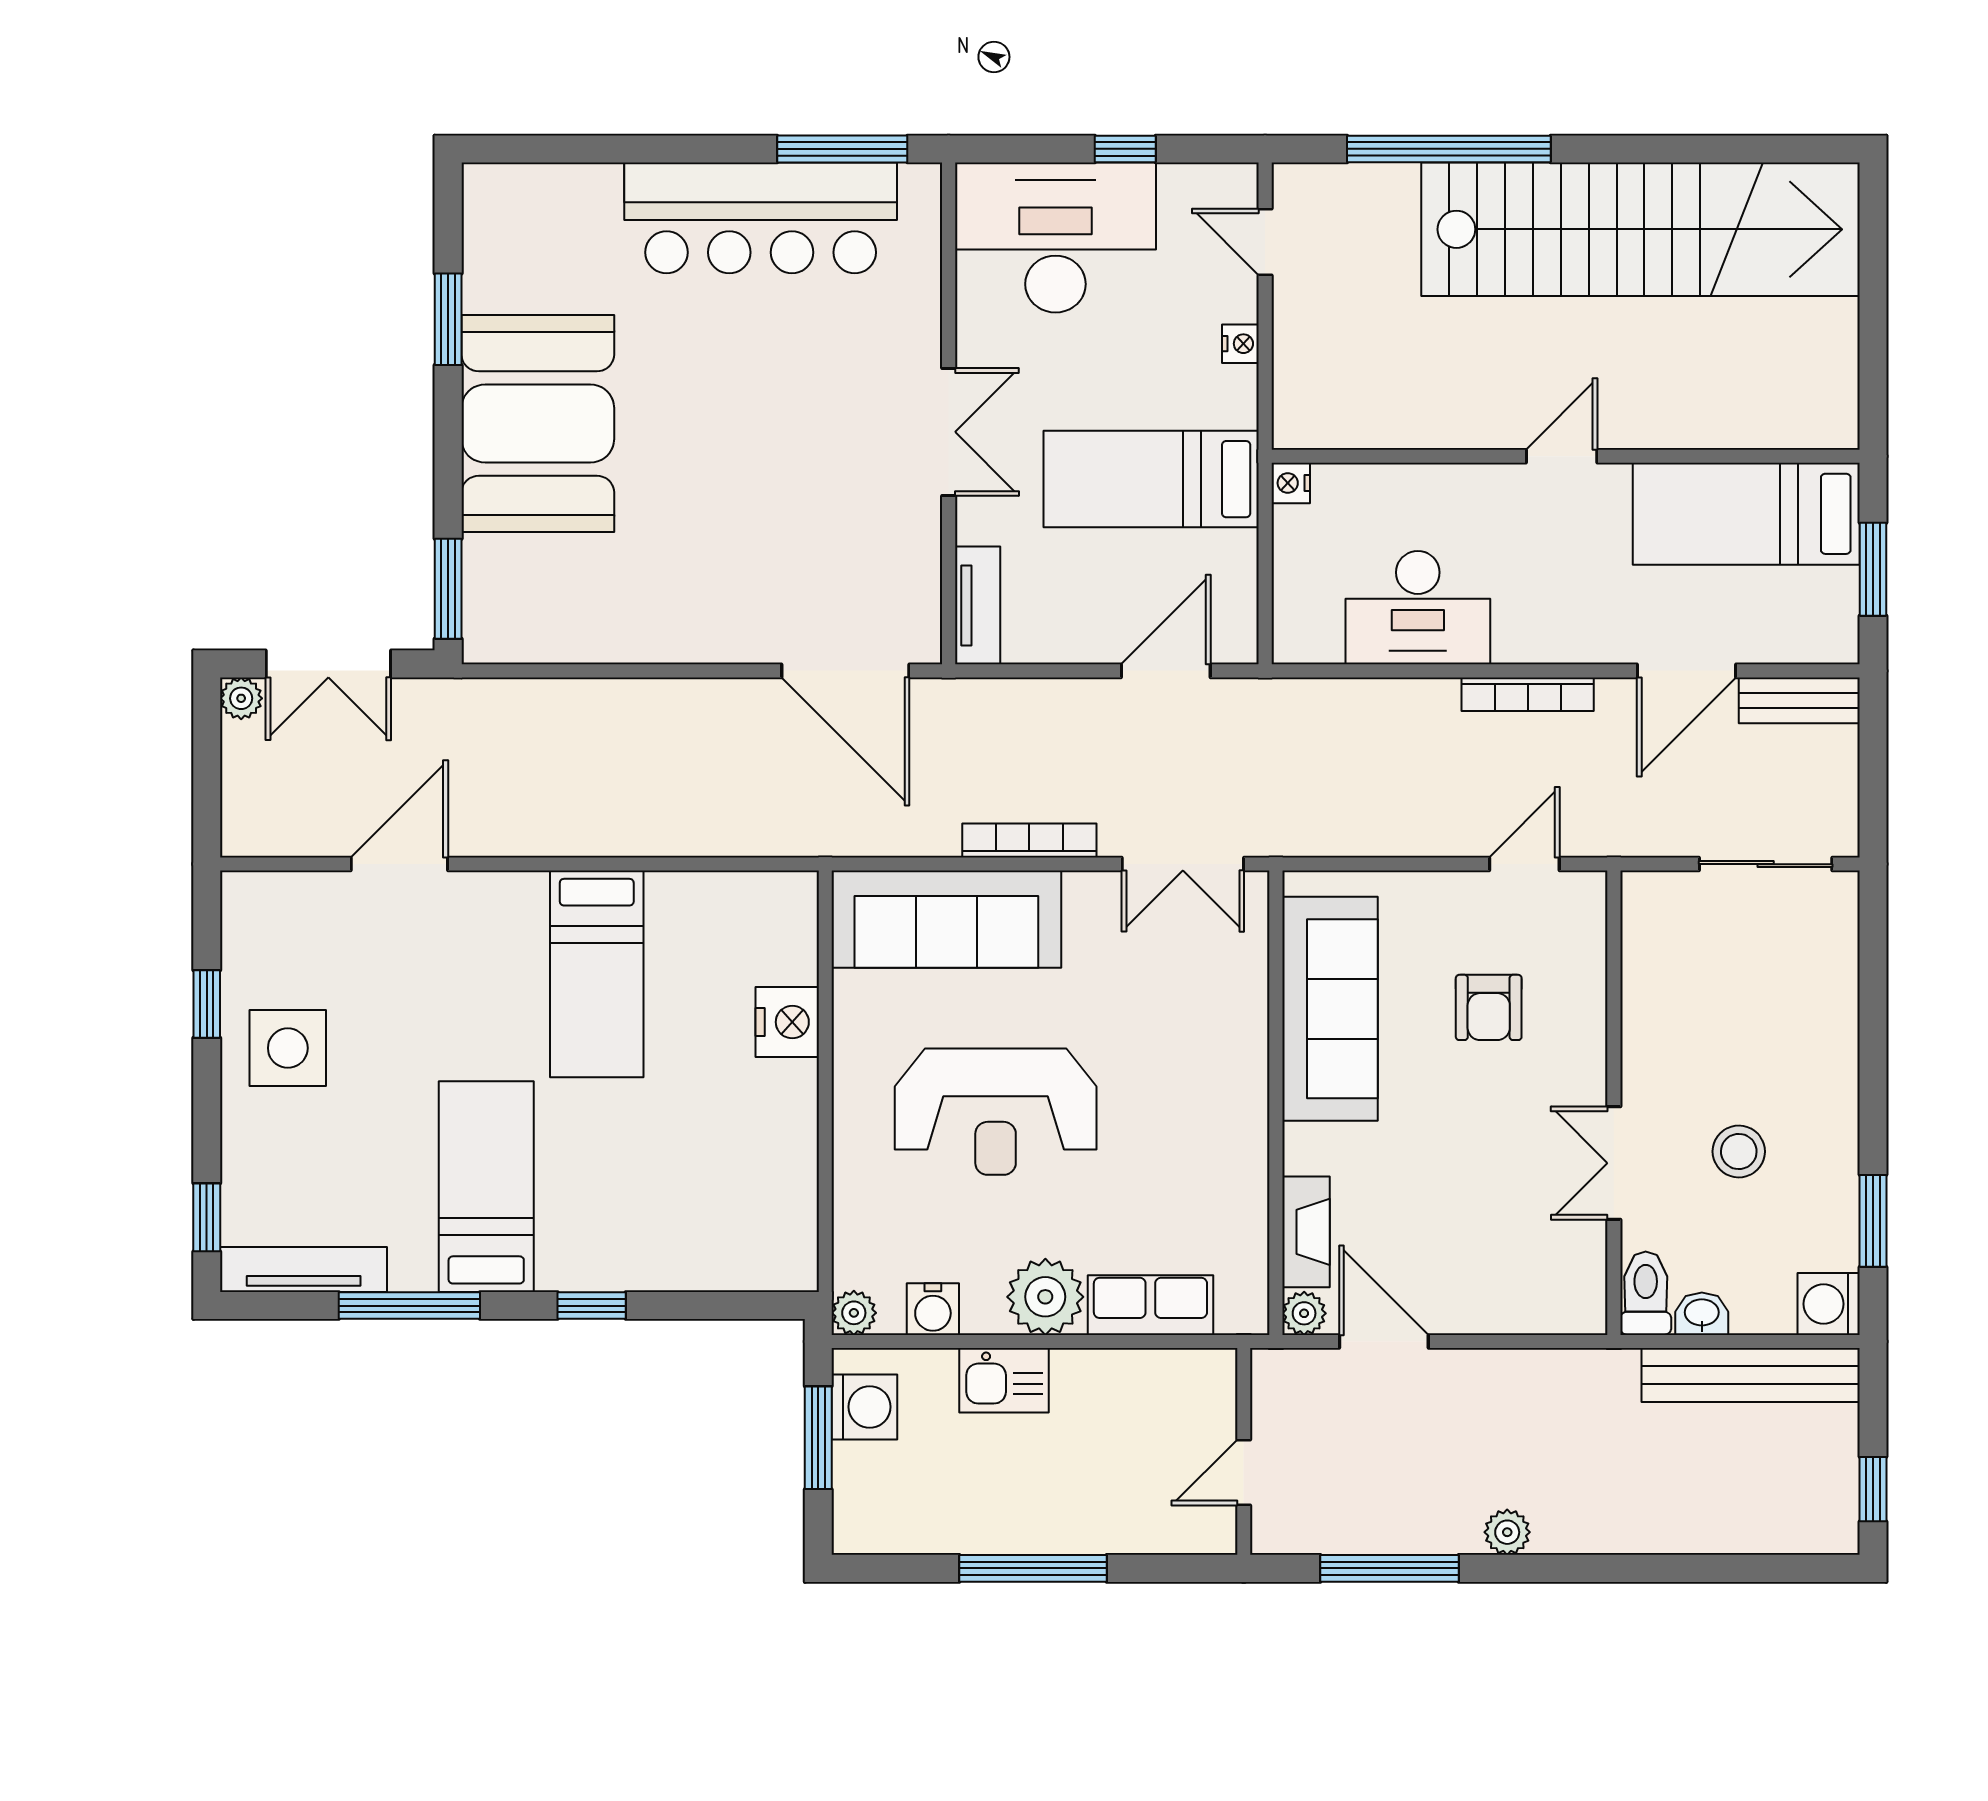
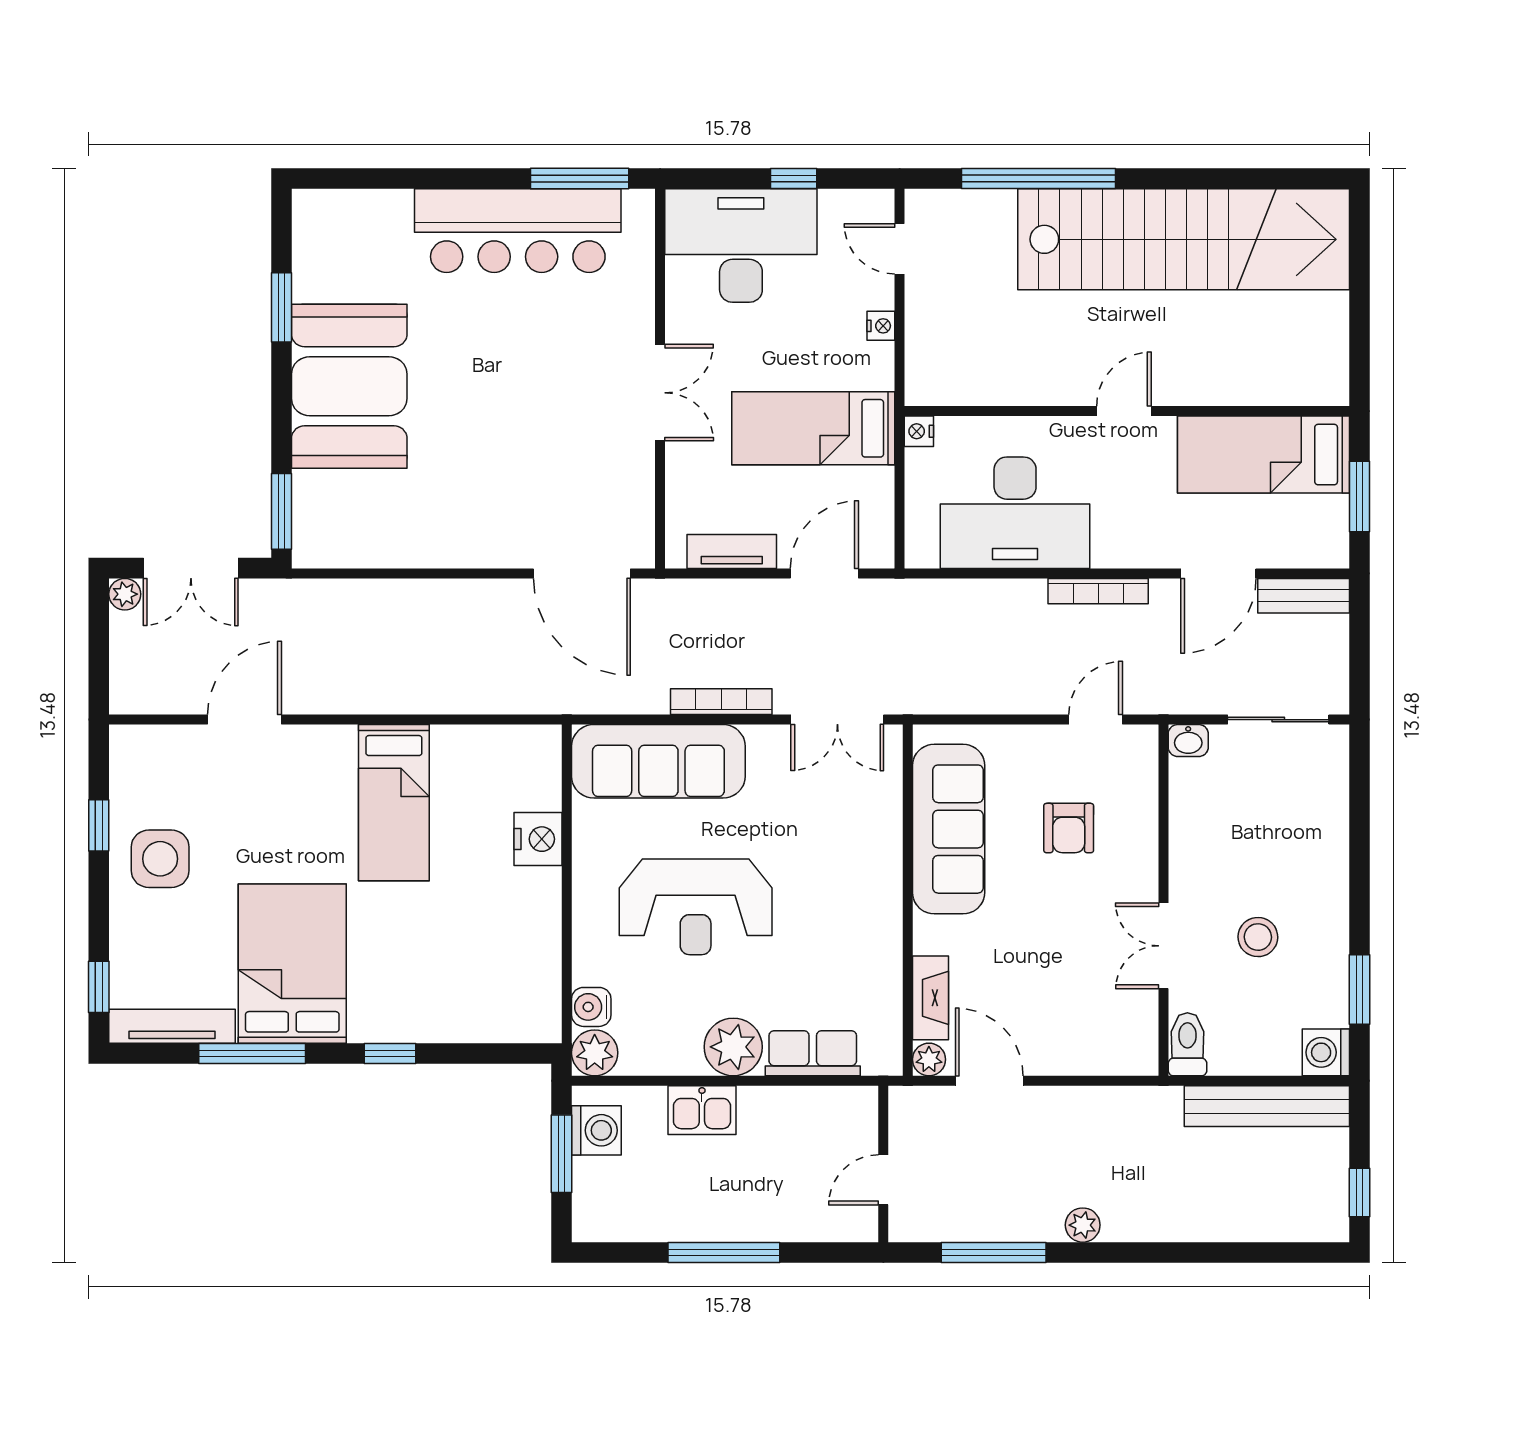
tv unit: (978, 605) -> (732, 552), moved, turned -90
desk: (1418, 608) -> (1015, 513), width x1.36, depth x1.30
bed: (486, 1187) -> (292, 964), width x1.50
water cooler: (933, 1309) -> (591, 1007), moved, turned 90
plant: (854, 1313) -> (595, 1053), width x1.38, depth x1.38
washbasin: (1702, 1314) -> (1188, 741), moved, turned 180

